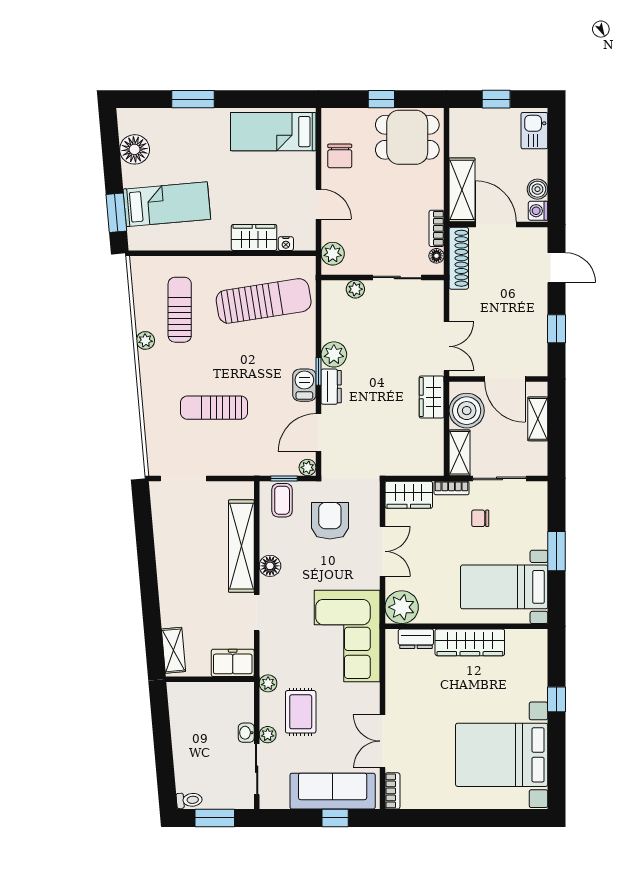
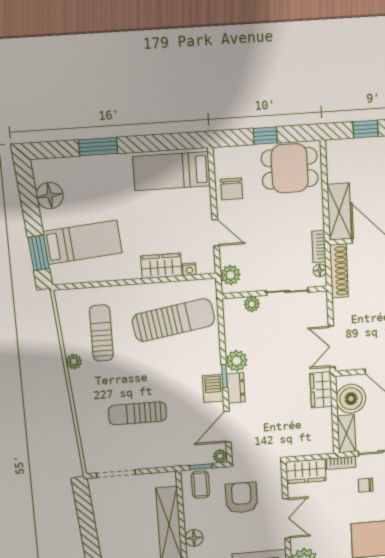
double door: (447, 346) -> (332, 347), swing flipped

